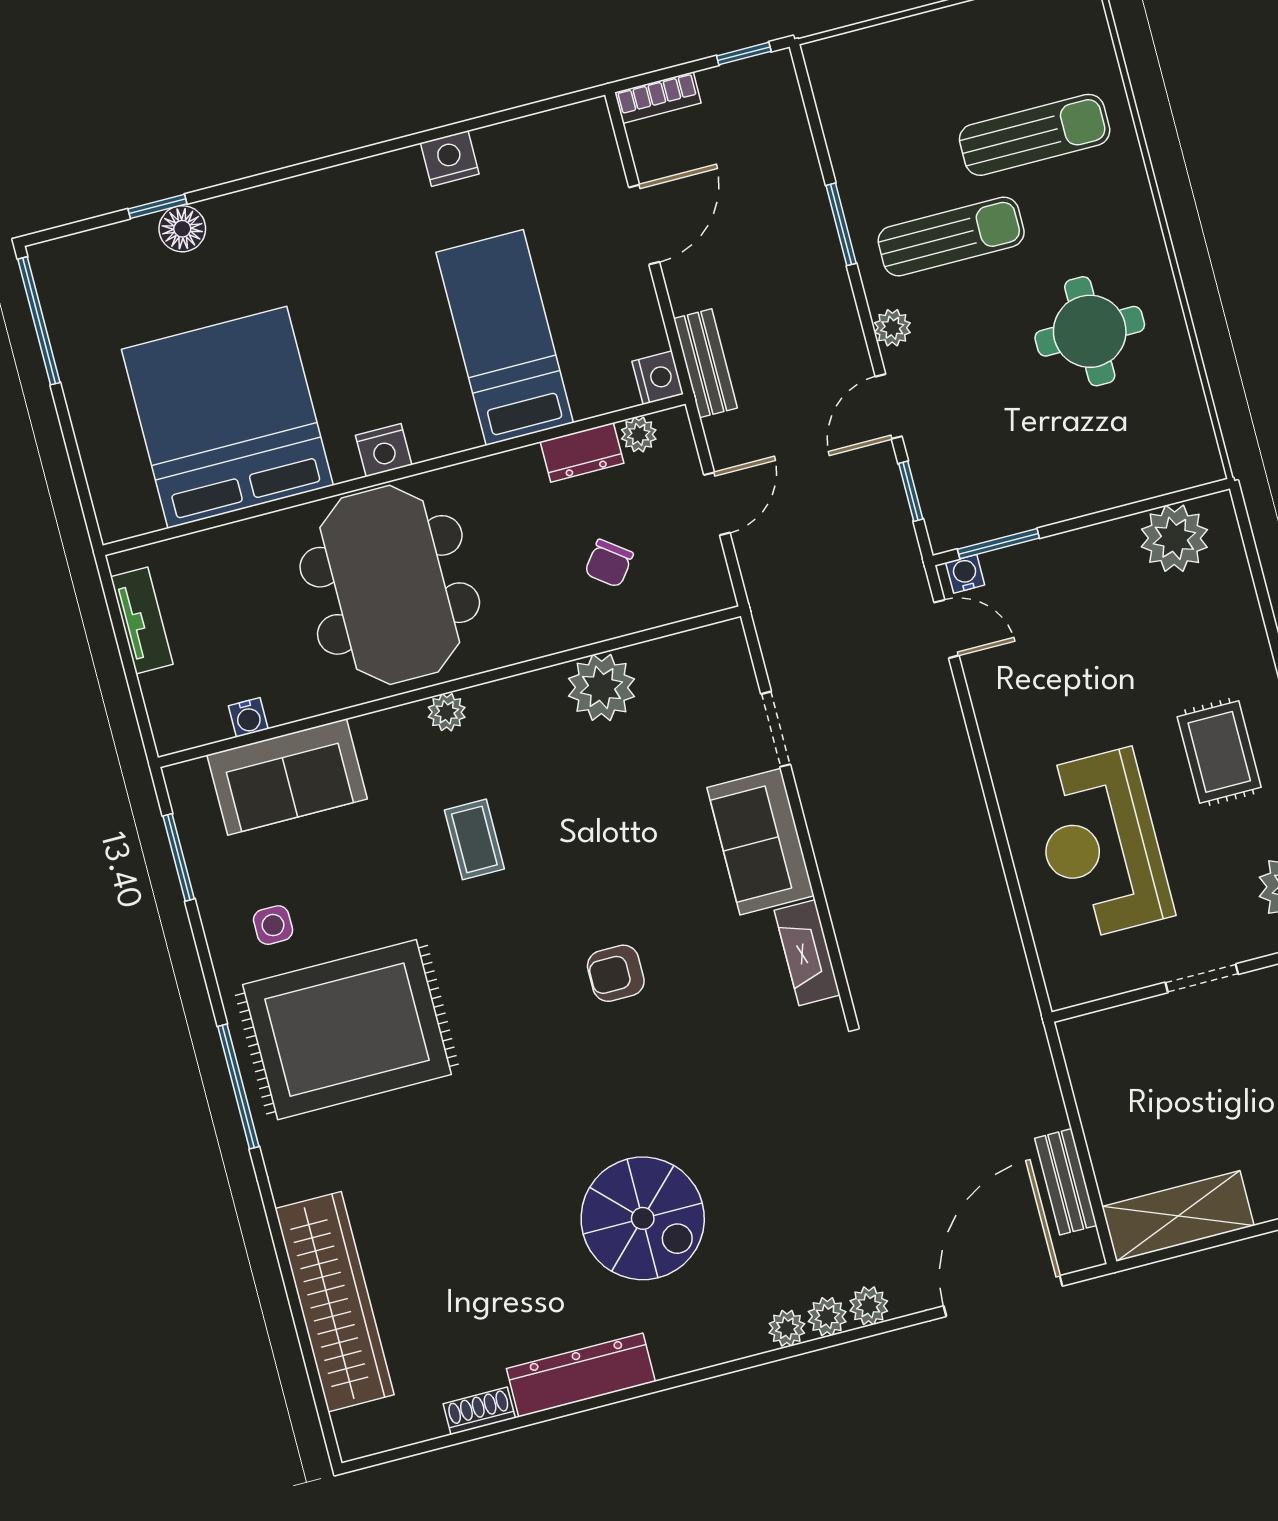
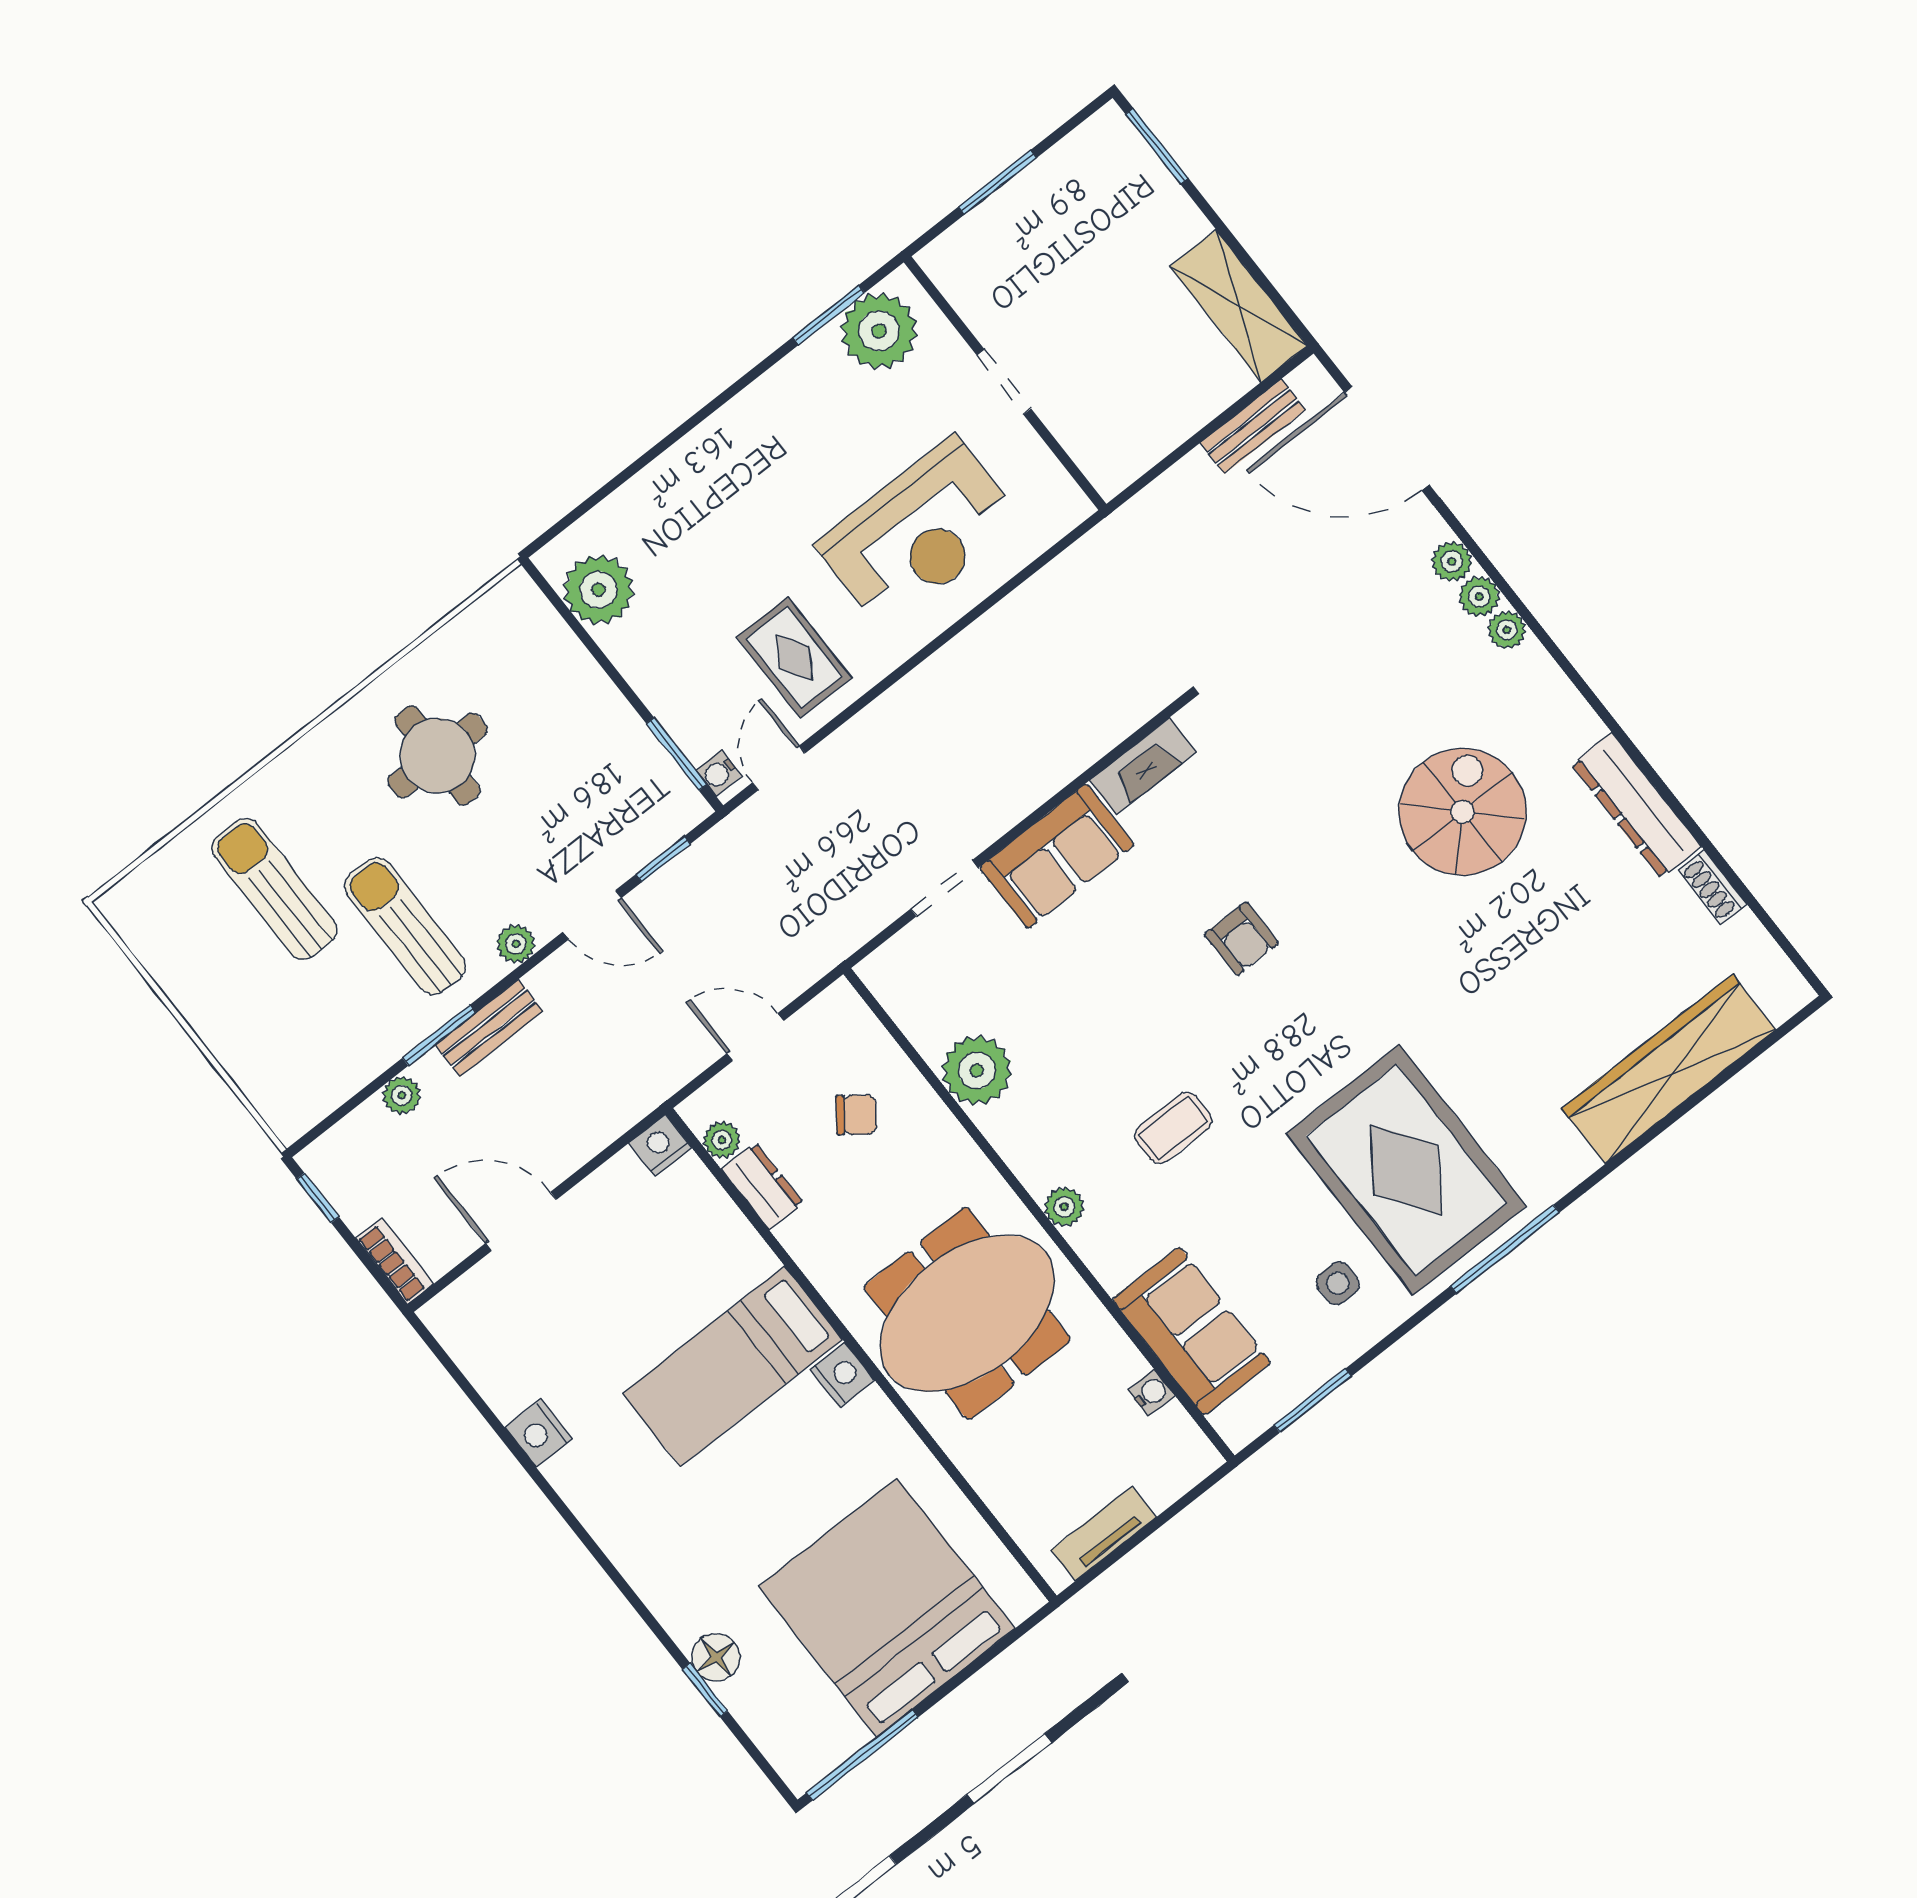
plant: (802, 168) -> (402, 1095), added
bed: (505, 338) -> (732, 1366), moved
bench: (706, 363) -> (489, 1028), moved
bed: (227, 417) -> (887, 1607), moved, turned 90
rug: (1219, 752) -> (794, 657), moved, turned 90

